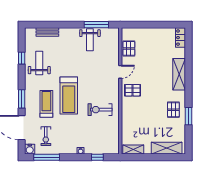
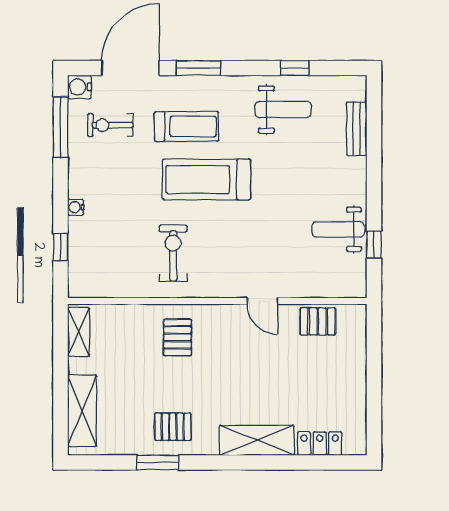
window: (96, 25) -> (374, 245), width x0.46
locker: (180, 38) -> (320, 444), moved
pallet: (133, 90) -> (177, 337), moved

